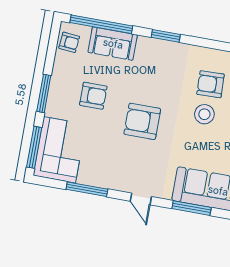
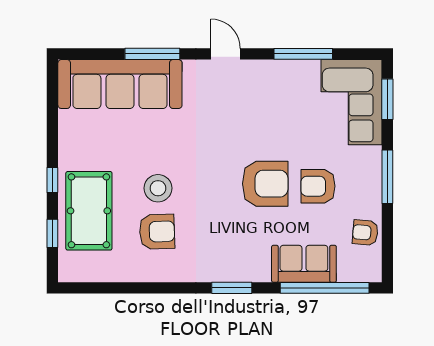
armchair: (69, 42) -> (365, 233), moved
armchair: (142, 121) -> (265, 184), moved
window: (34, 147) -> (387, 99), width x0.69

